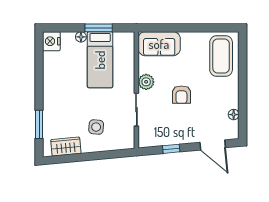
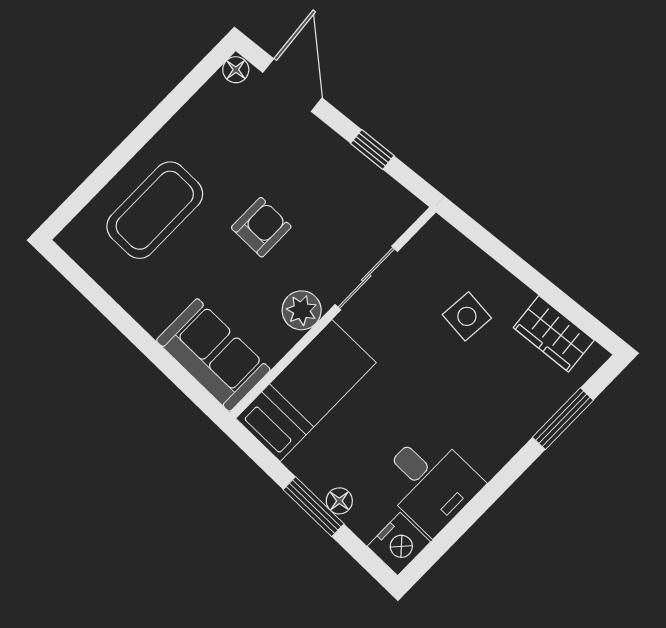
window: (99, 28) -> (314, 507), moved
coffee table: (221, 56) -> (155, 210), moved
bed: (100, 60) -> (306, 391), moved
desk: (60, 68) -> (430, 482), added
floor lamp: (234, 115) -> (236, 70), moved

